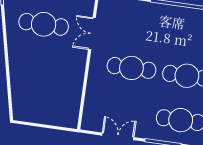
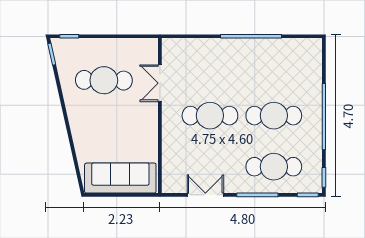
sofa: (46, 111) -> (120, 178), added

